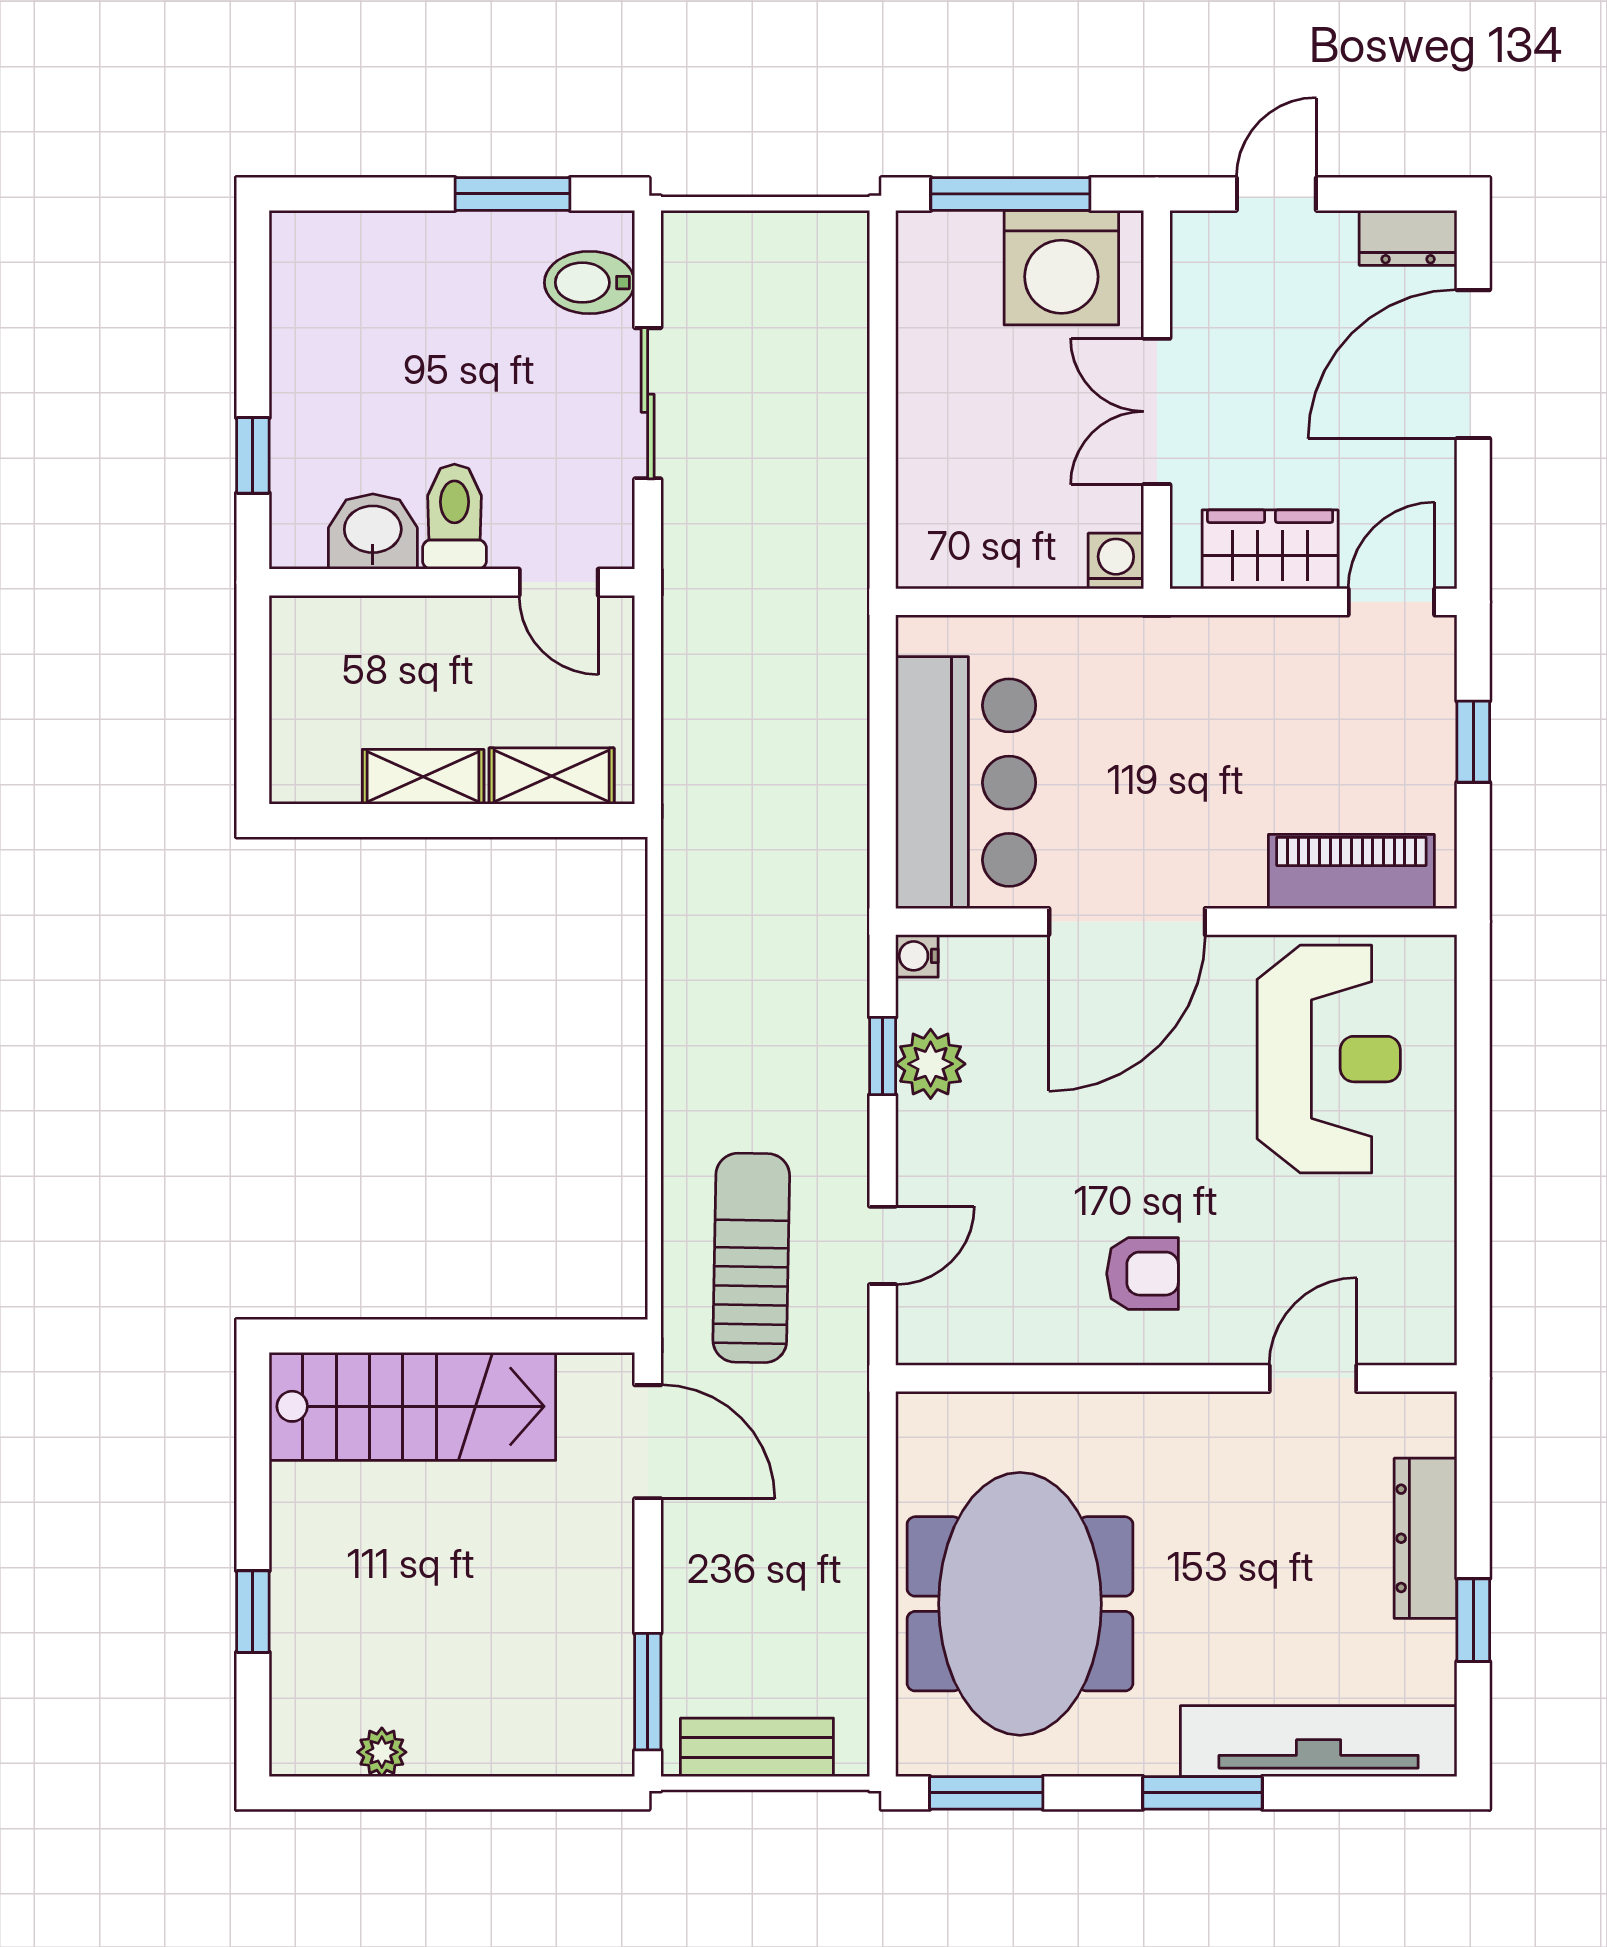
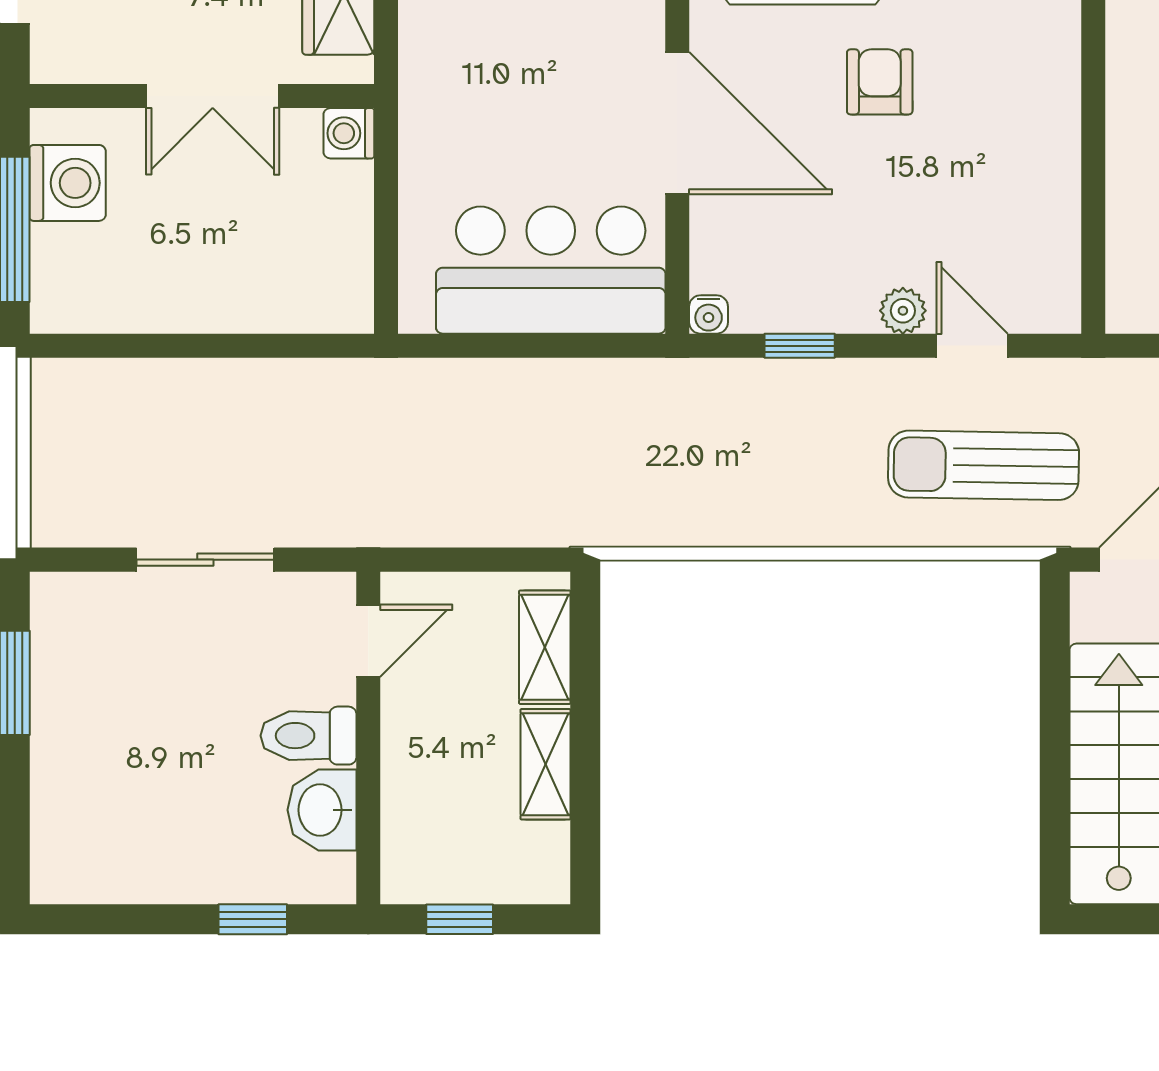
washing machine: (1061, 268) -> (68, 183), width x0.73, depth x0.73
bidet: (590, 283) -> (95, 613), removed
window: (253, 683) -> (460, 919), added
plant: (931, 1064) -> (903, 311), moved, width x0.73, depth x0.73
armchair: (1143, 1274) -> (880, 82), moved

